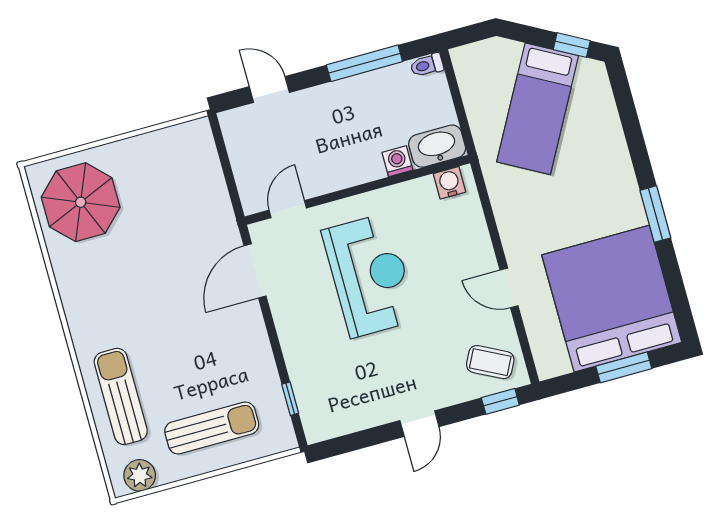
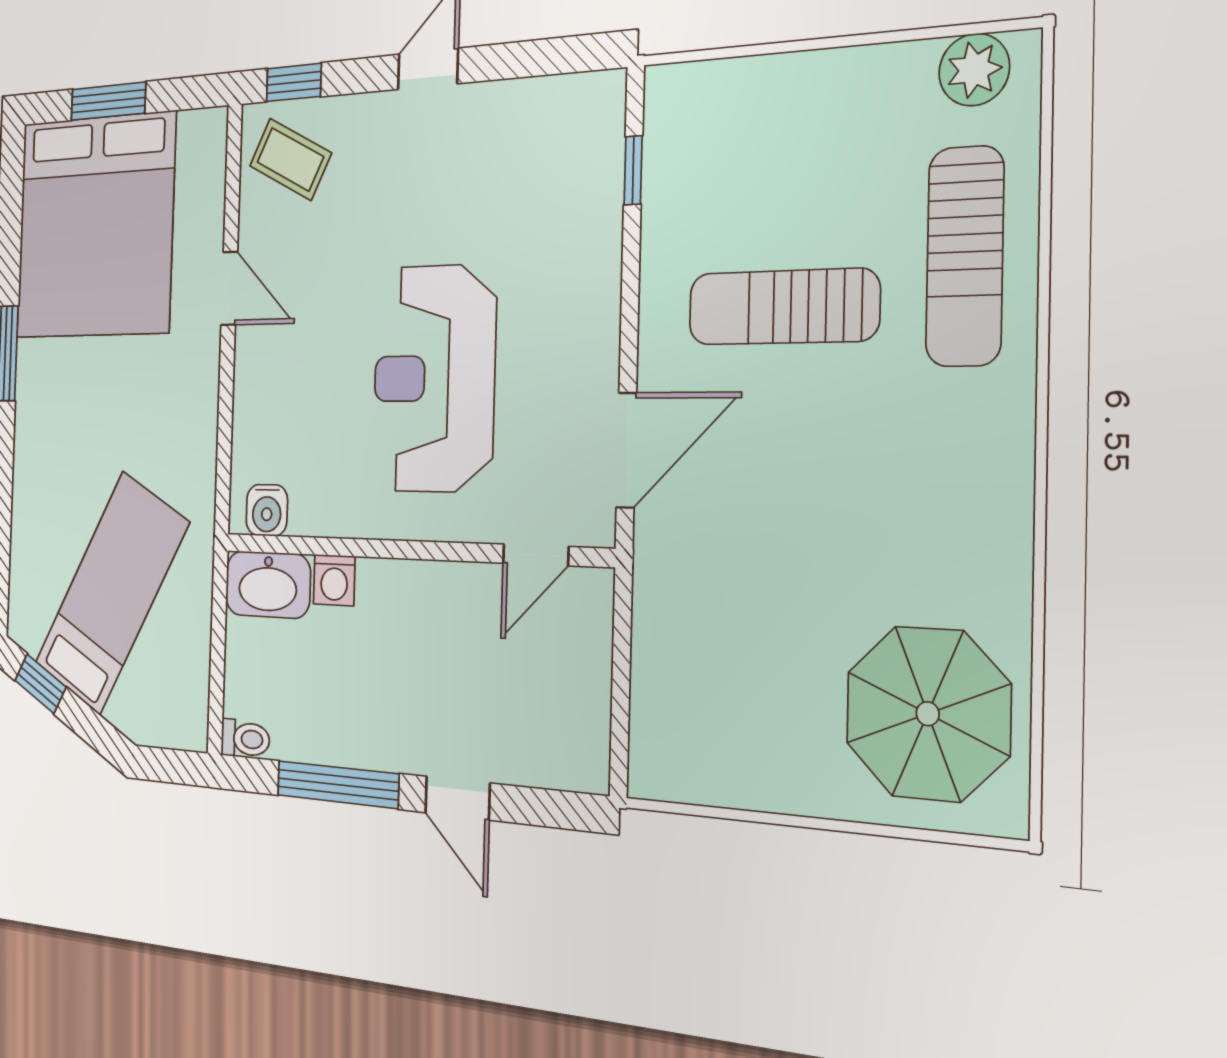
door: (269, 89) -> (458, 798), moved
sun lounger: (212, 428) -> (783, 307), moved

